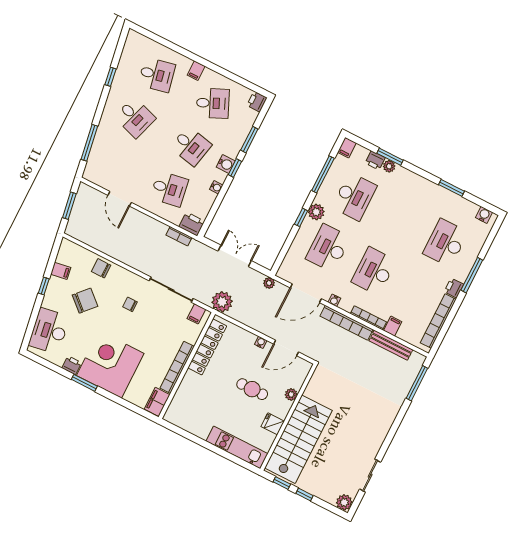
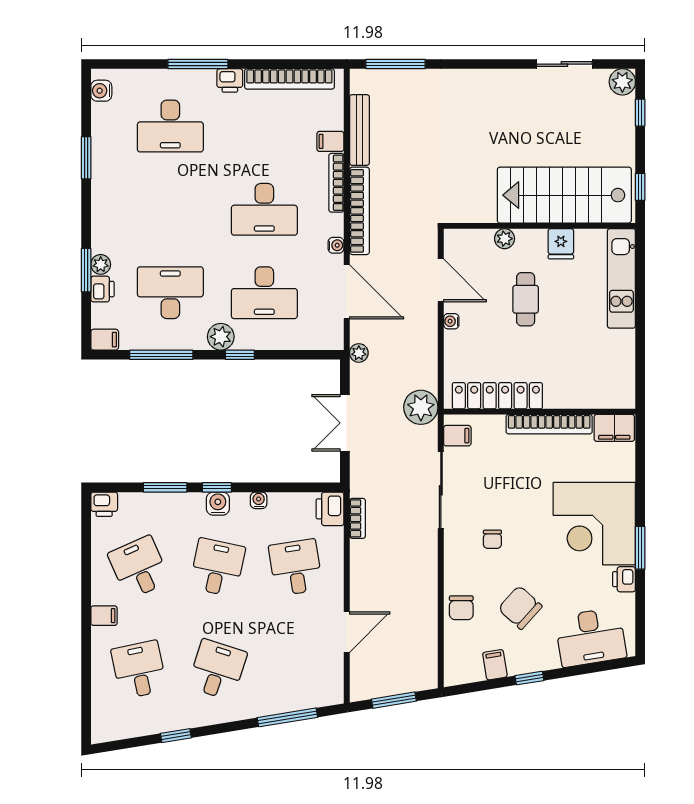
window: (304, 495) -> (640, 113), moved

